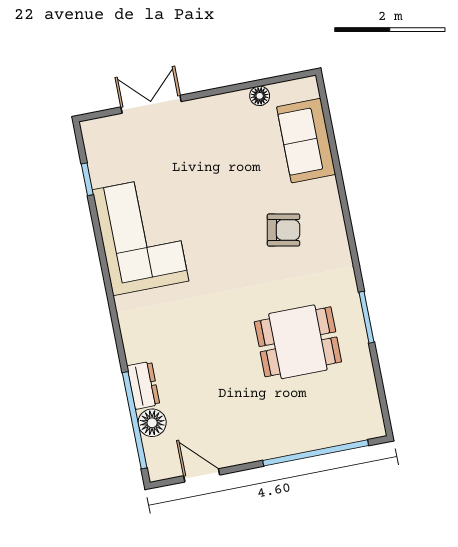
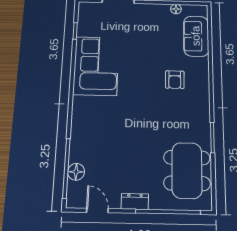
armchair: (283, 230) -> (175, 80), turned 79
dining table: (298, 342) -> (187, 170), moved, width x1.38
dresser: (143, 385) -> (135, 201), moved, turned -90

